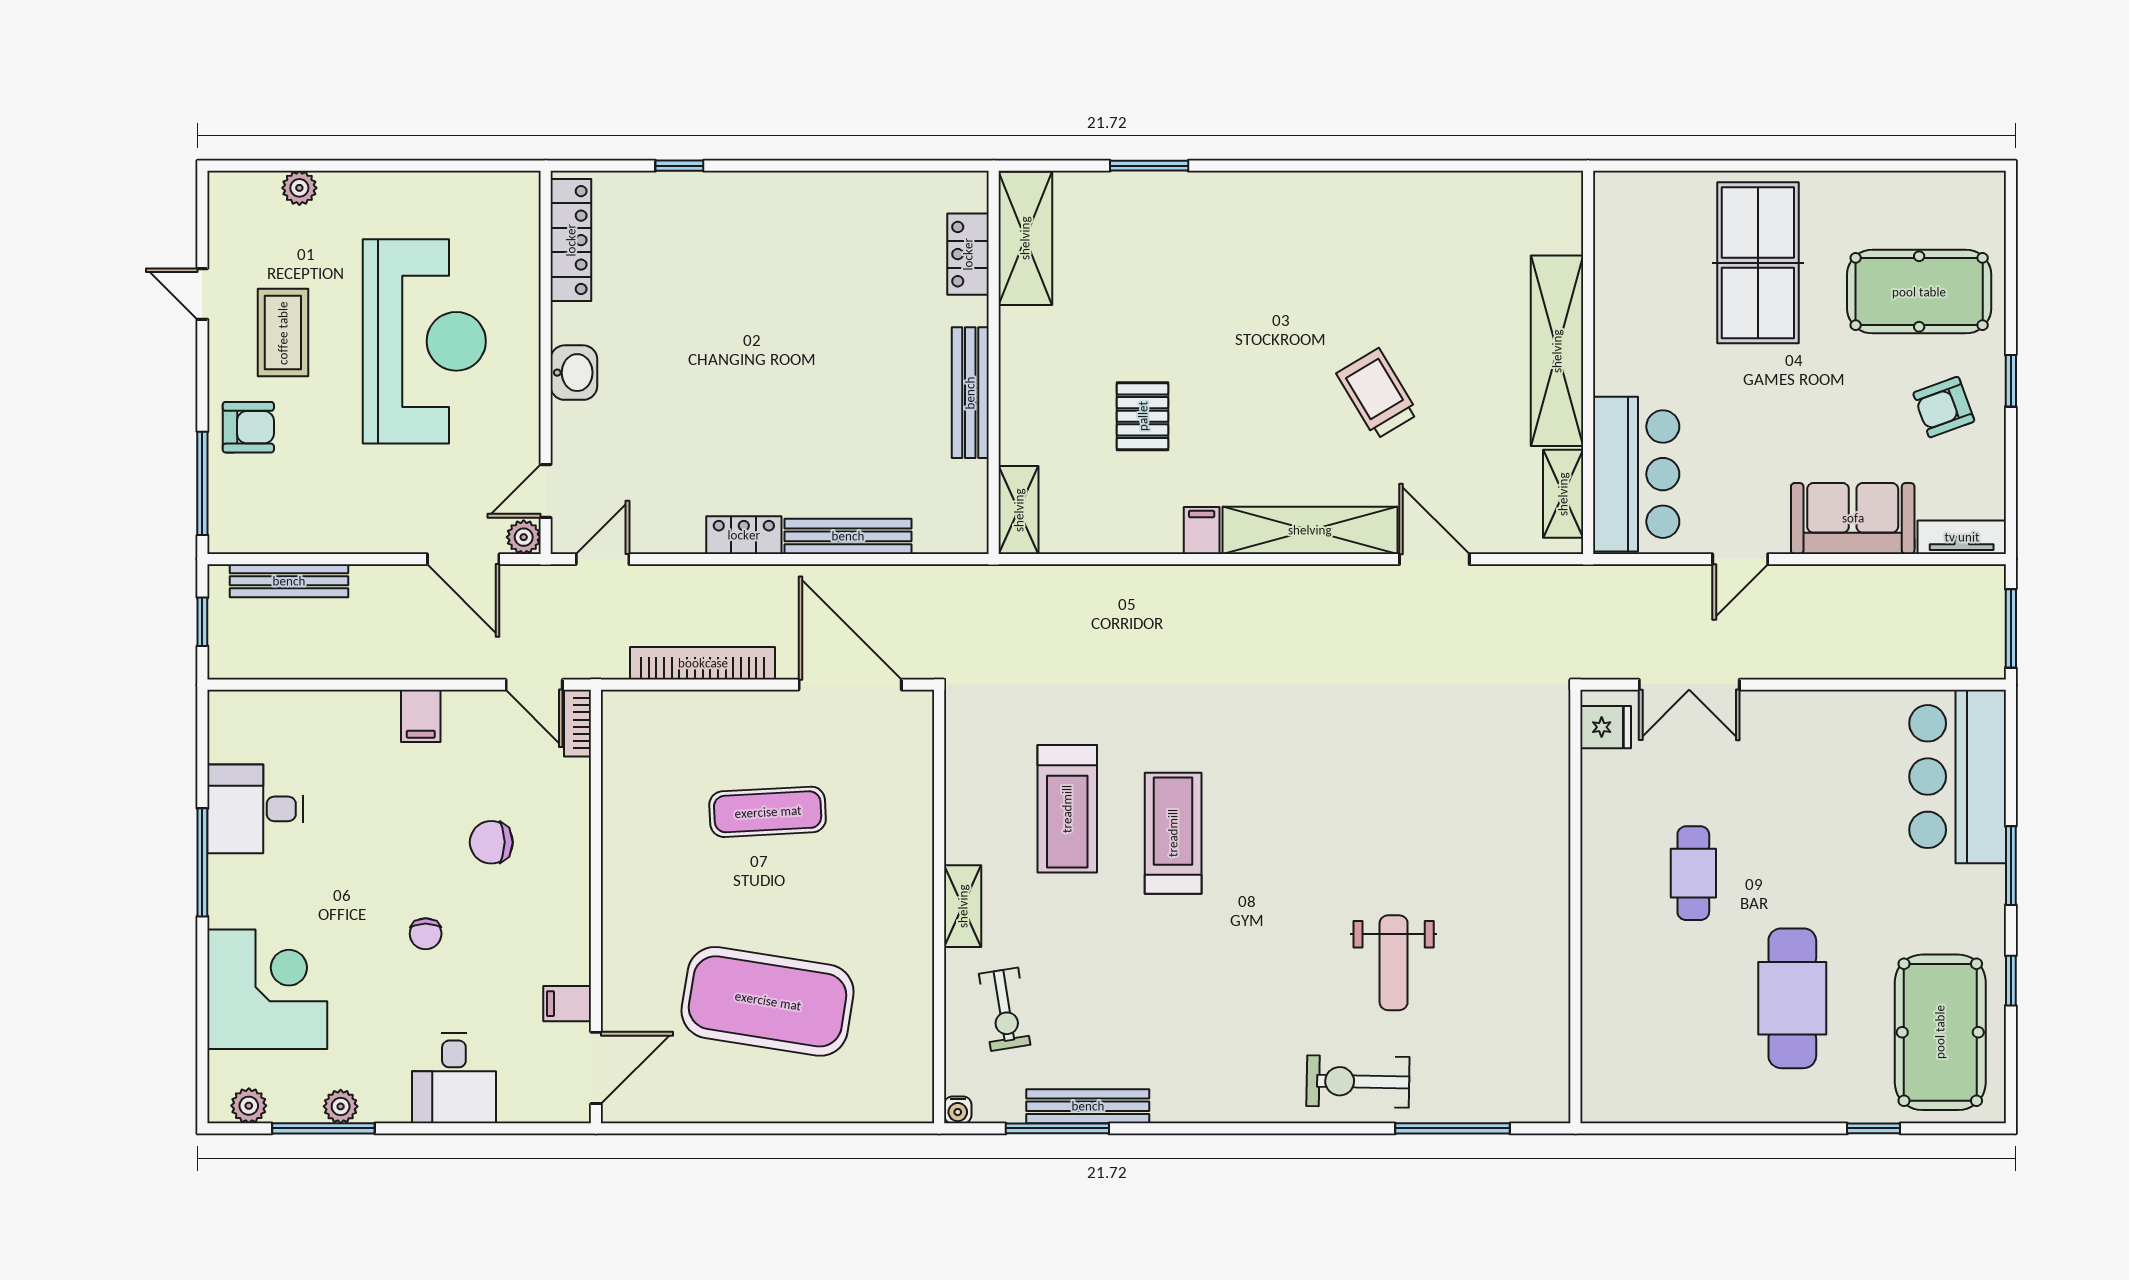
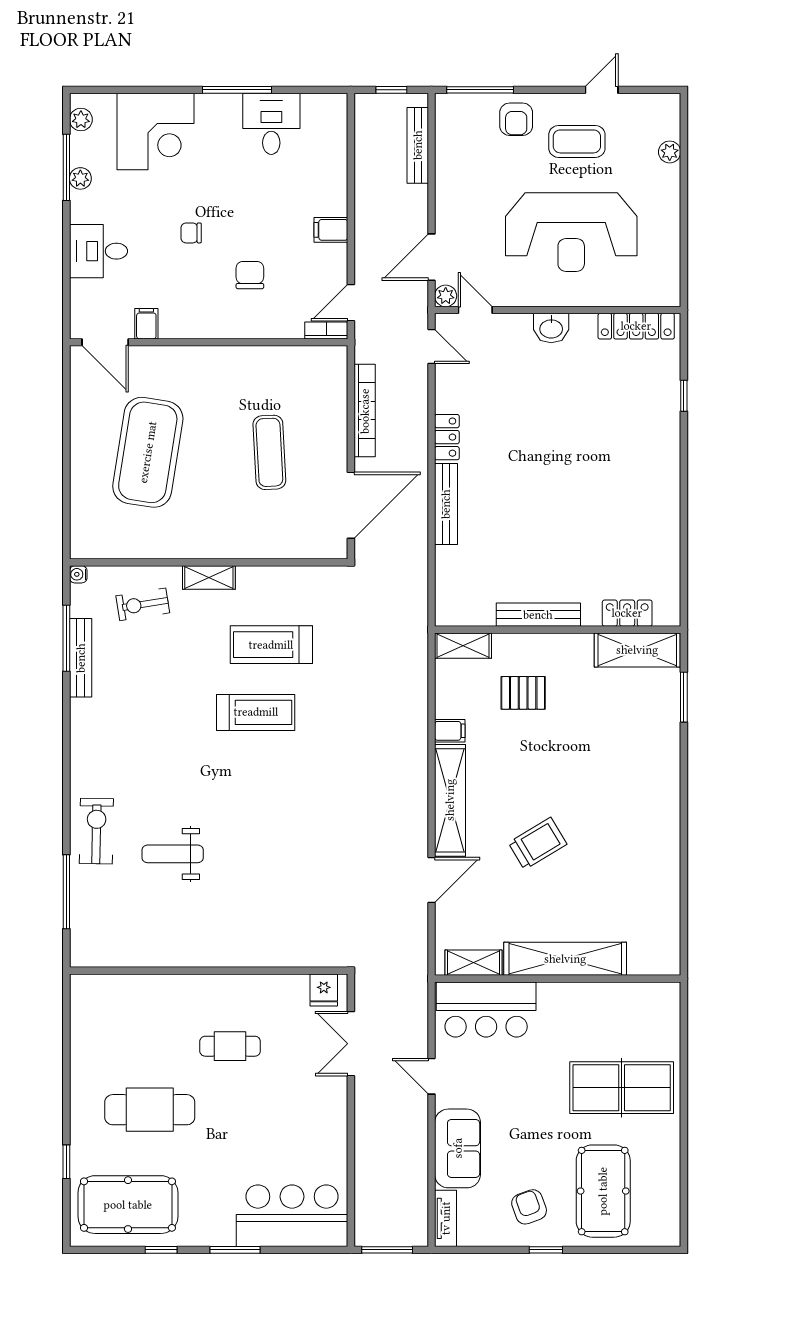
shelving: (1025, 238) -> (637, 650), moved
locker: (968, 254) -> (627, 613), moved
wall: (994, 362) -> (558, 630), moved
bench: (970, 393) -> (538, 615), moved
shelving: (1019, 510) -> (463, 646), moved

